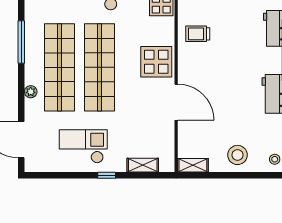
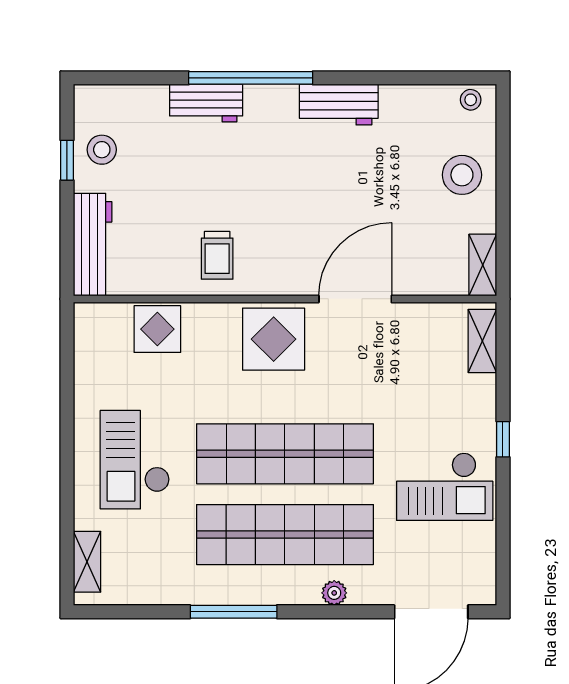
checkout: (83, 146) -> (445, 487), turned -90
shelving: (143, 165) -> (482, 341), moved

